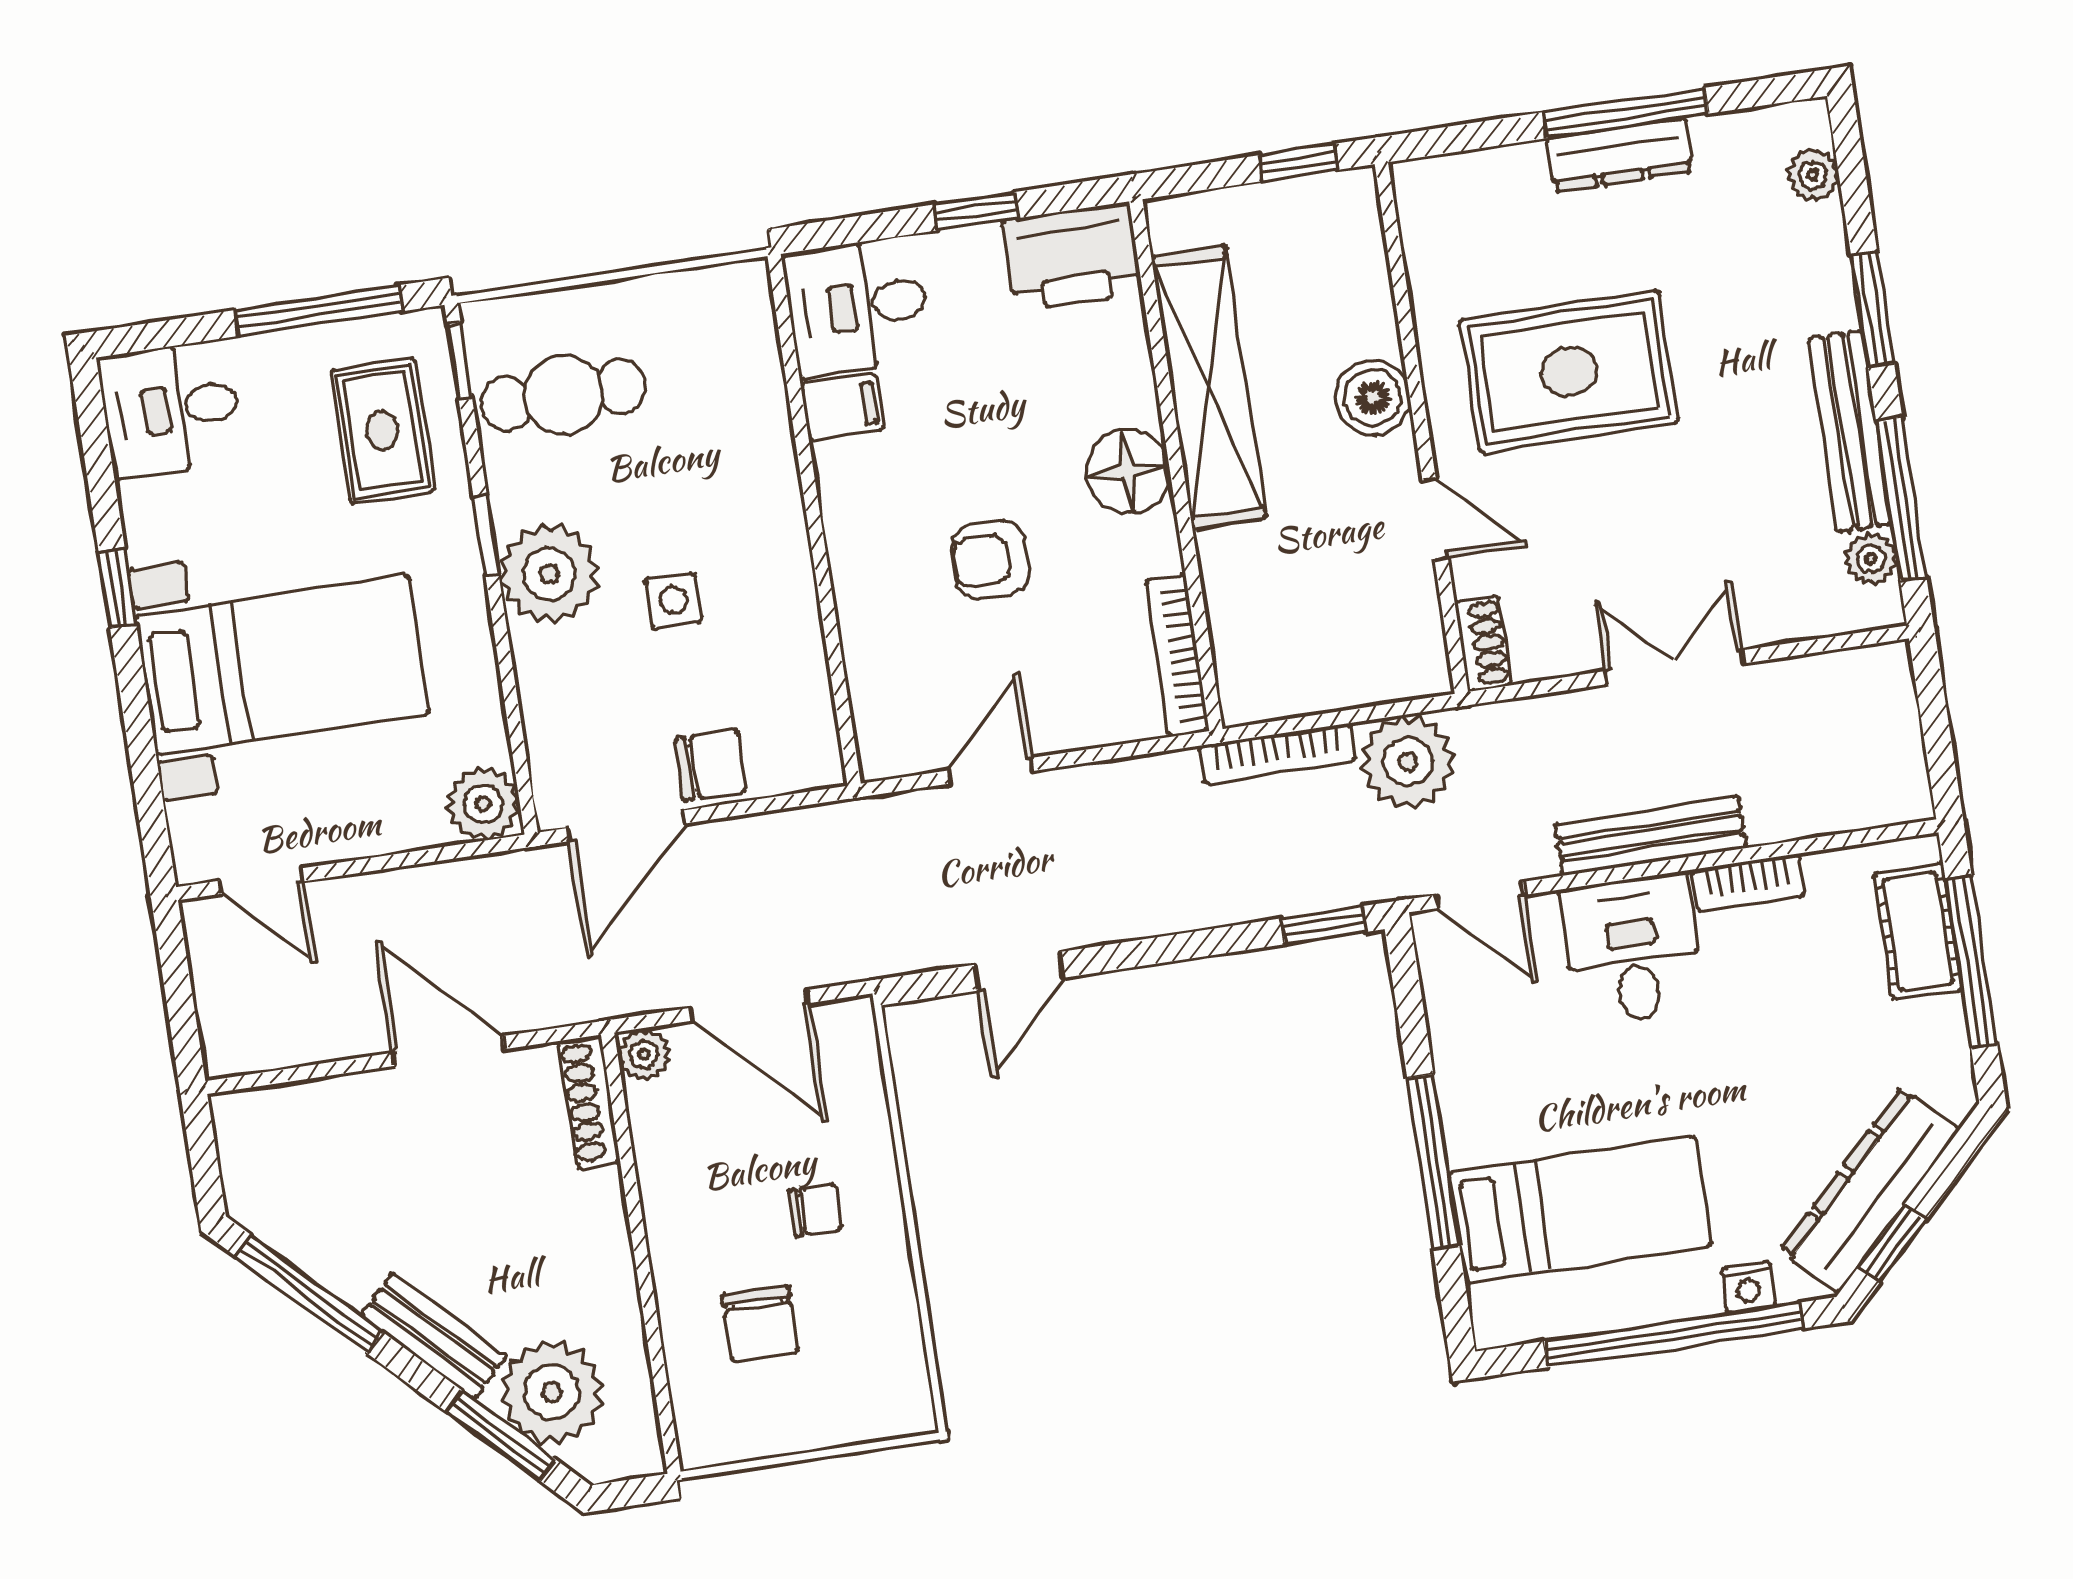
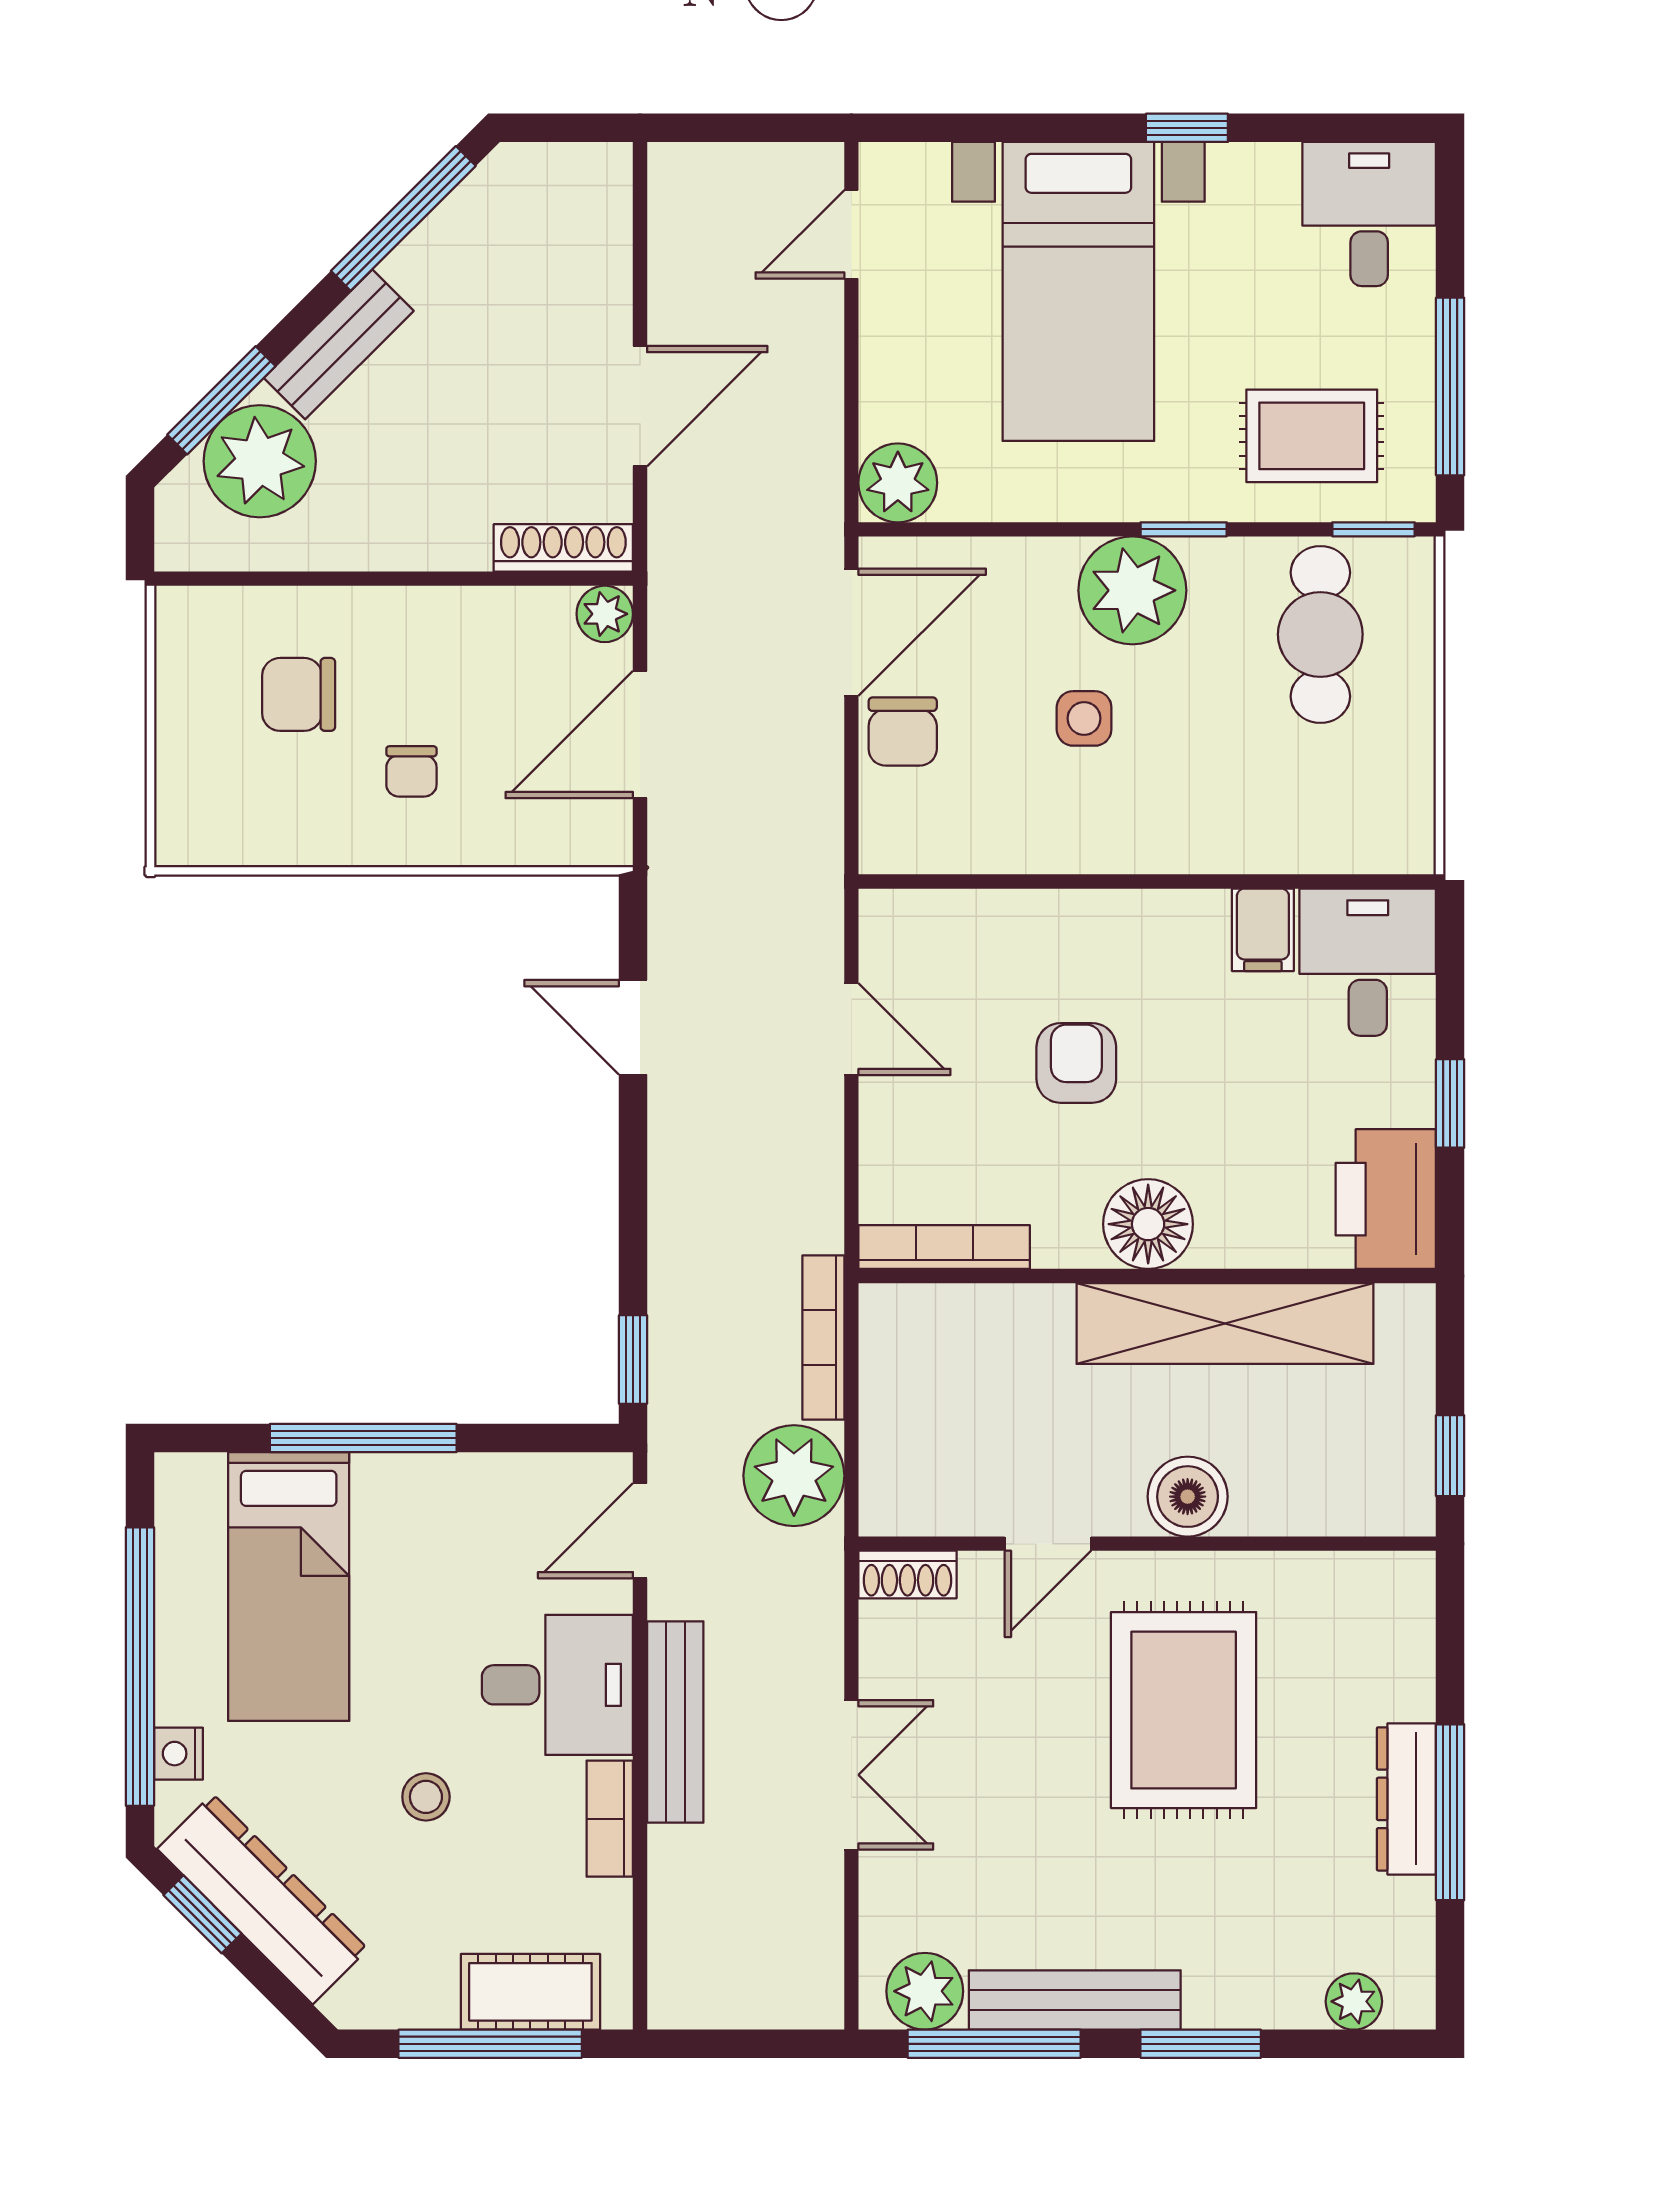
plant: (1871, 559) -> (925, 1991), width x1.38, depth x1.38
door: (627, 826) -> (851, 632), swing flipped
stool: (1754, 1054) -> (426, 1797), added

